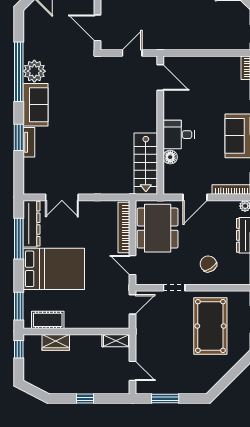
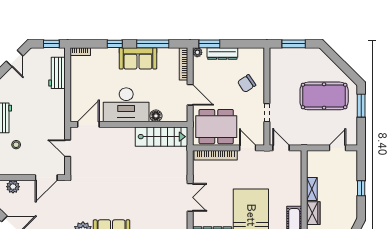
workbench: (221, 40) -> (57, 73), added
desk: (179, 135) -> (126, 105), width x1.87, depth x1.30
double door: (62, 197) -> (190, 197), moved
door: (133, 265) -> (248, 148), swing flipped
pool table: (210, 326) -> (324, 96), moved
shelving: (116, 341) -> (312, 189), moved
window: (165, 399) -> (361, 106), moved

